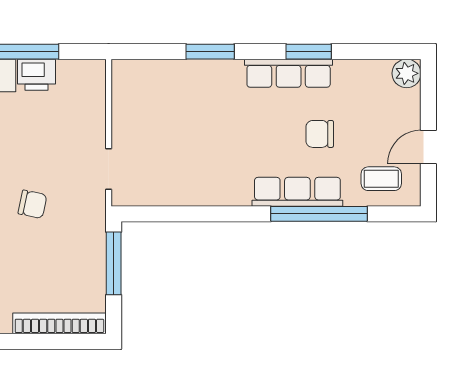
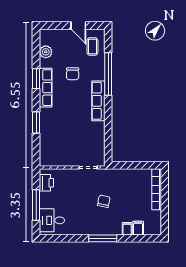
plant: (407, 73) -> (46, 52), moved
printer: (37, 75) -> (46, 183), moved
row of seats: (297, 192) -> (98, 101), moved
window: (114, 263) -> (130, 165), removed

